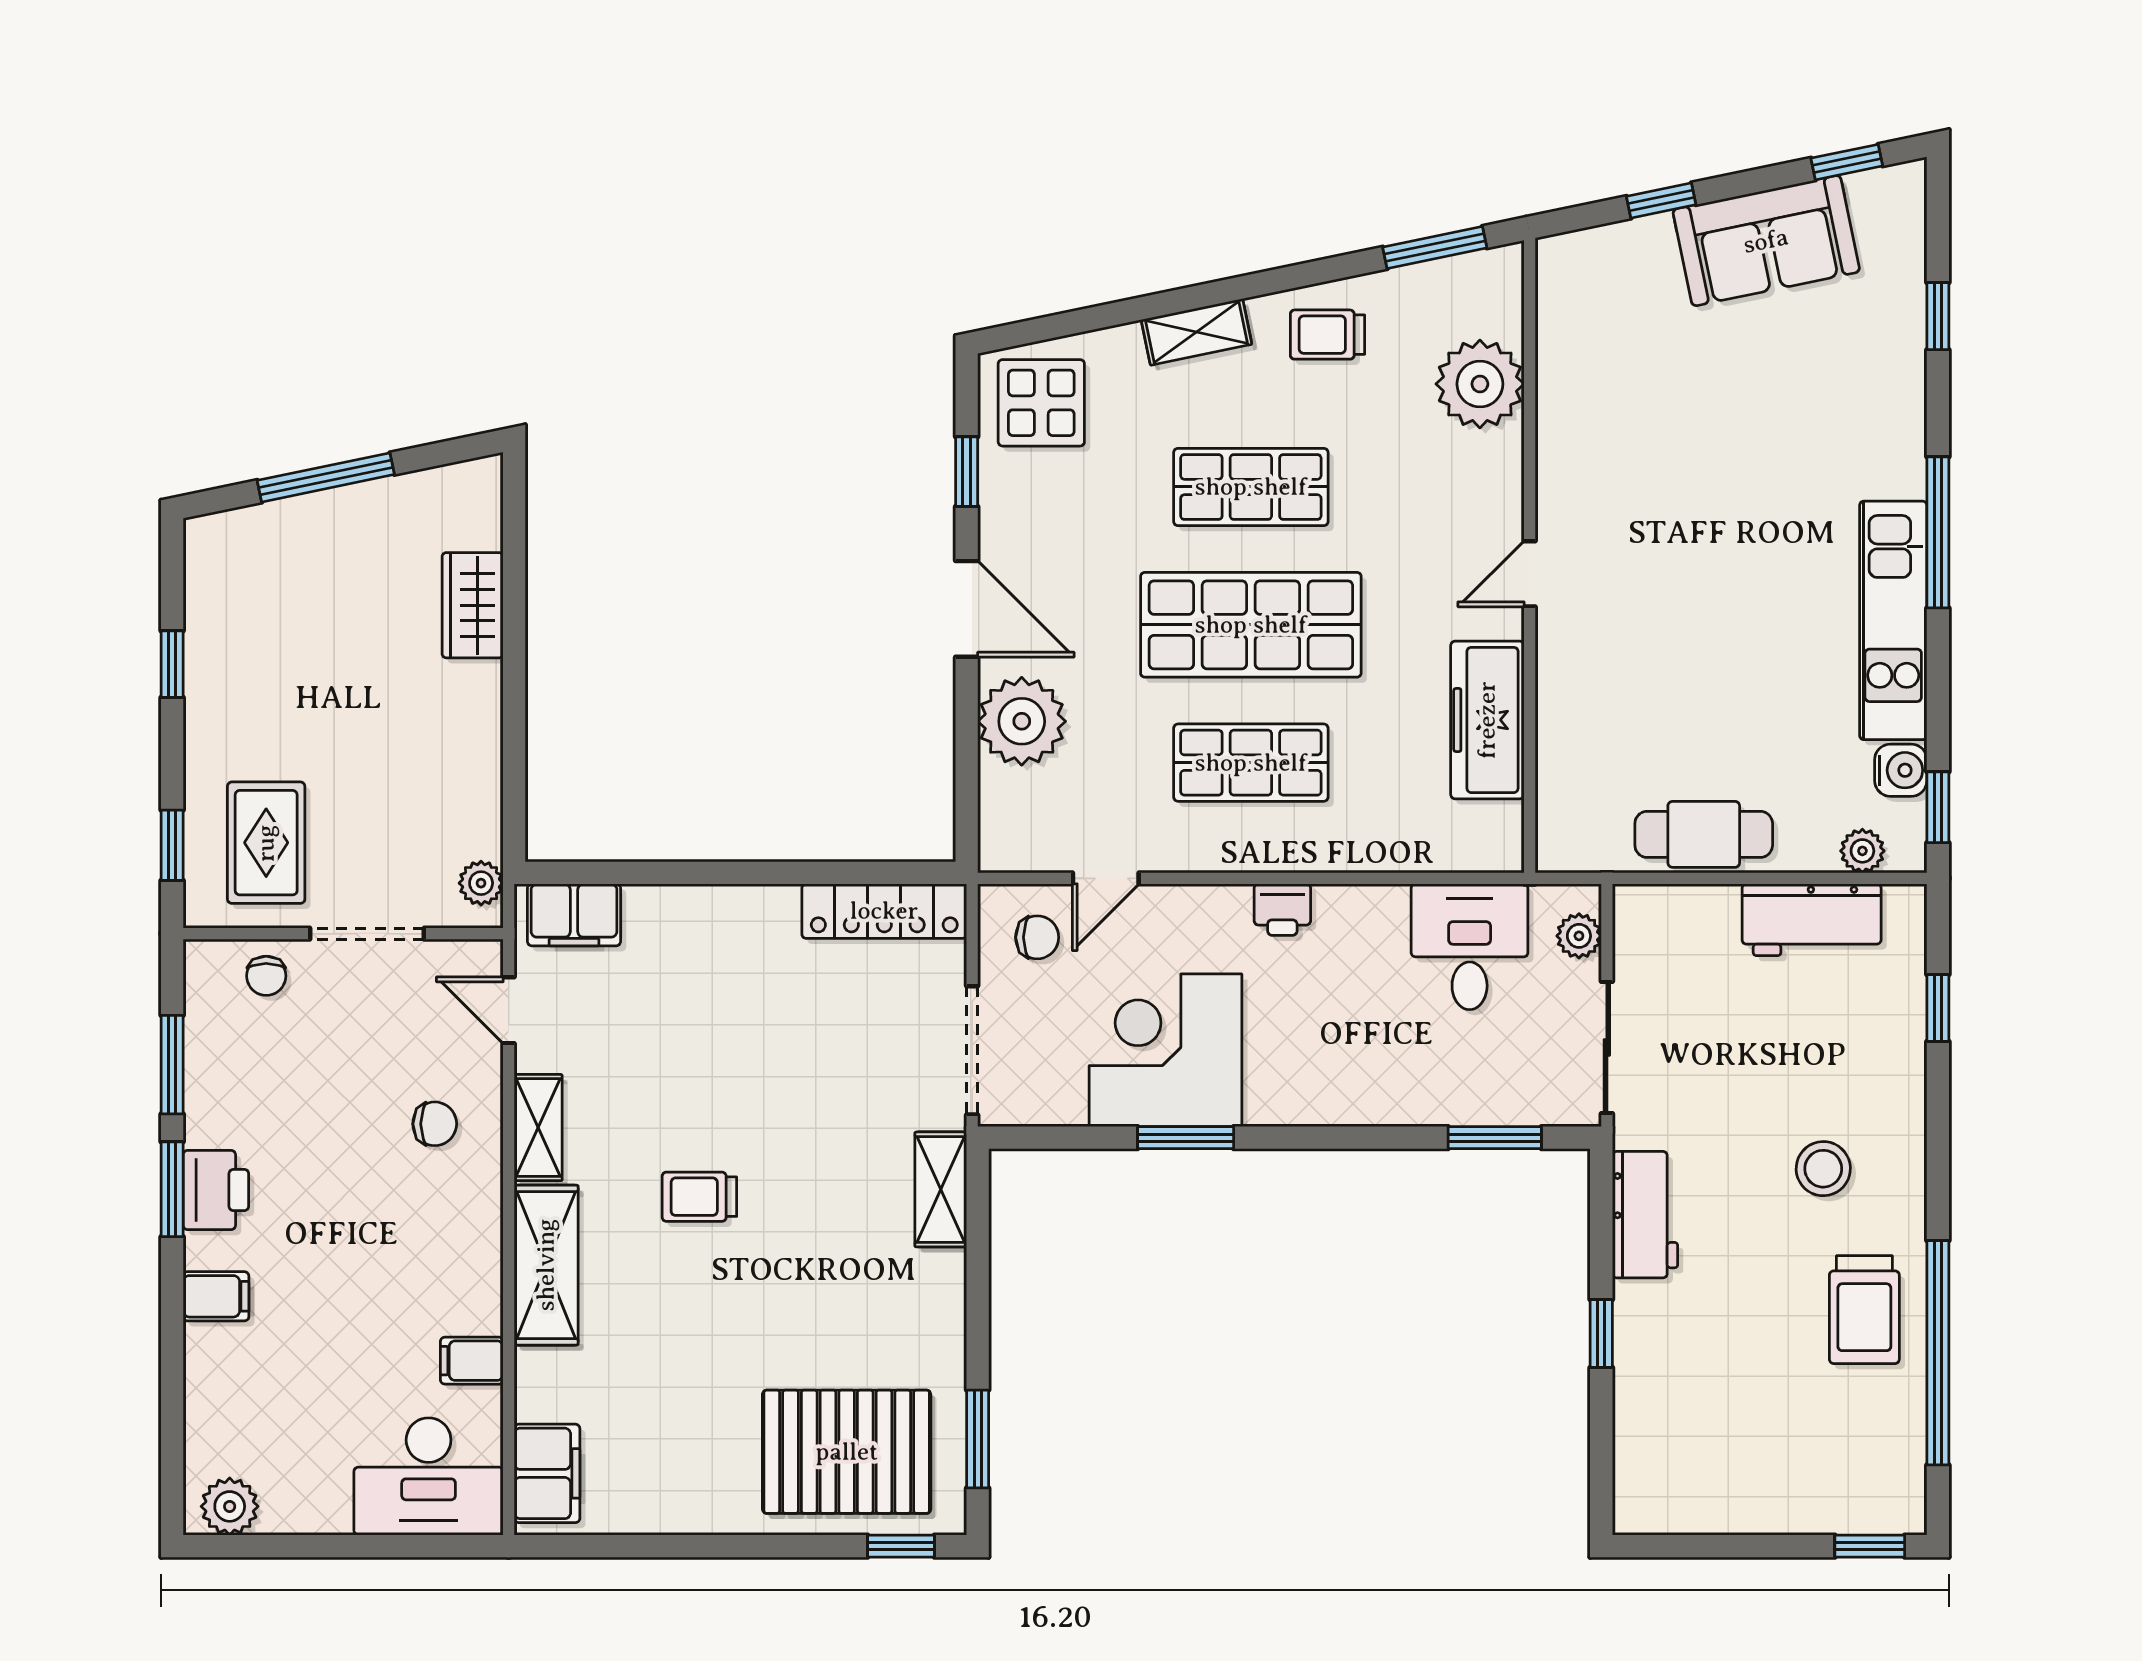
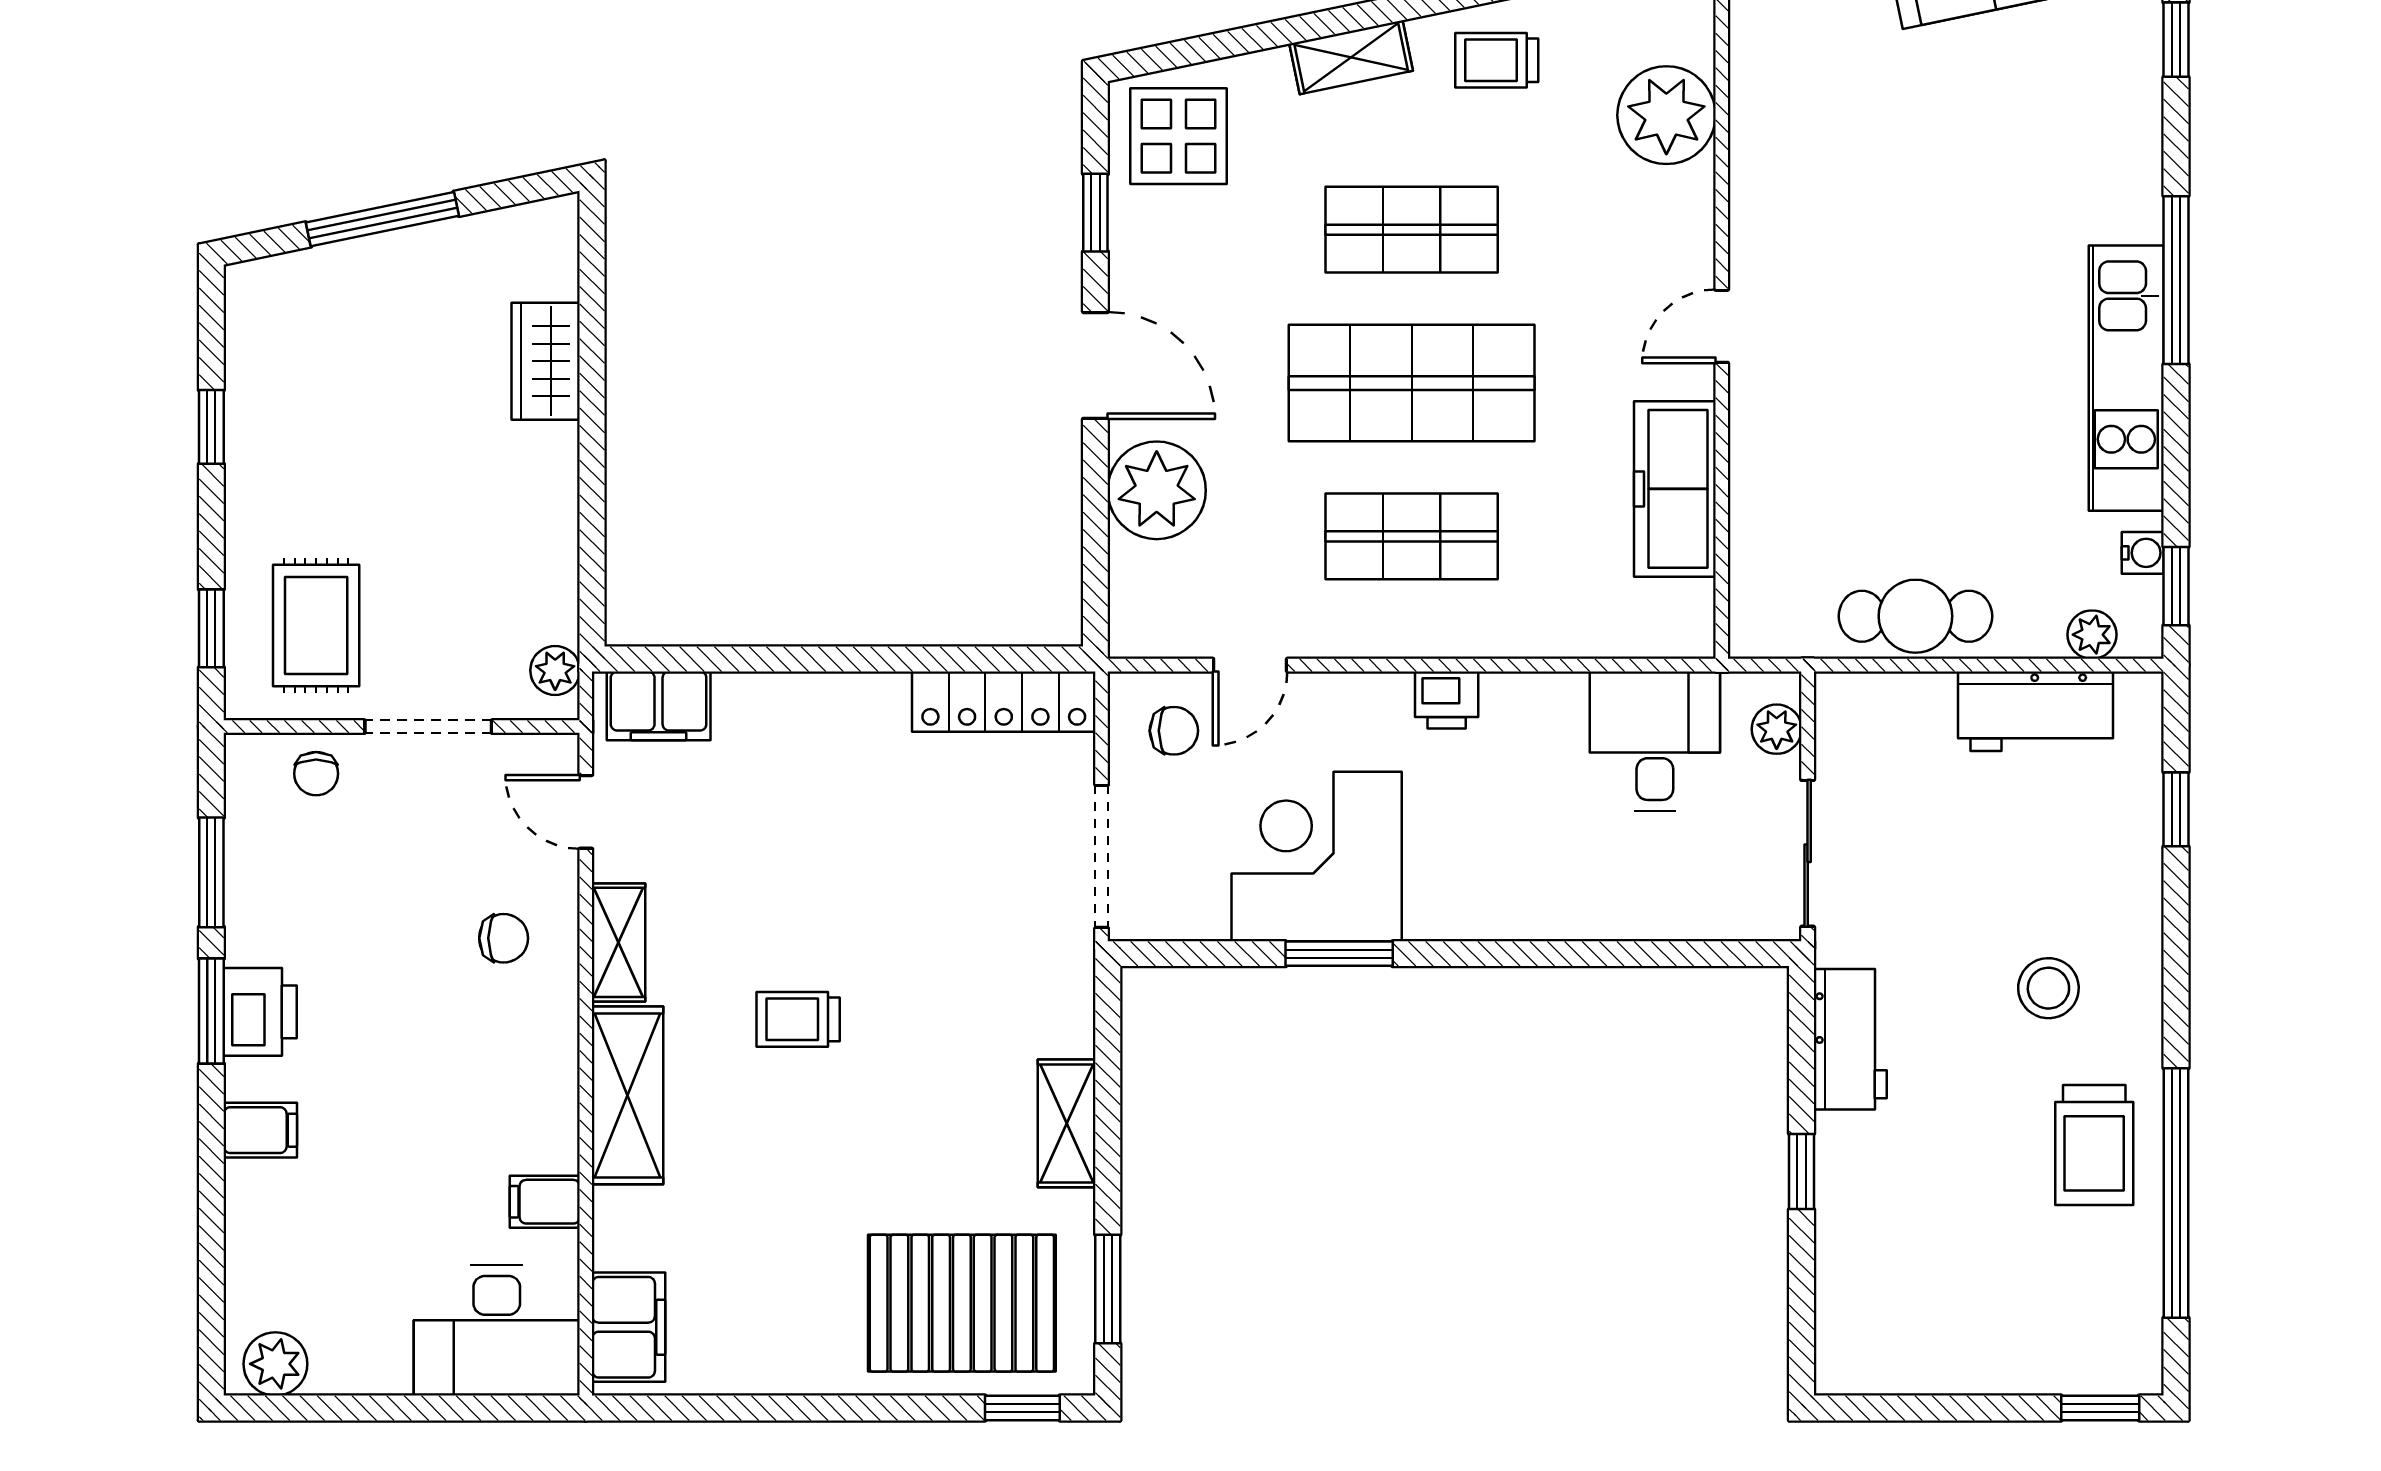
water cooler: (1901, 770) -> (2143, 553), width x0.72, depth x0.72
window: (1495, 1138) -> (1683, 954), removed
shelving: (941, 1189) -> (1067, 1123), moved

